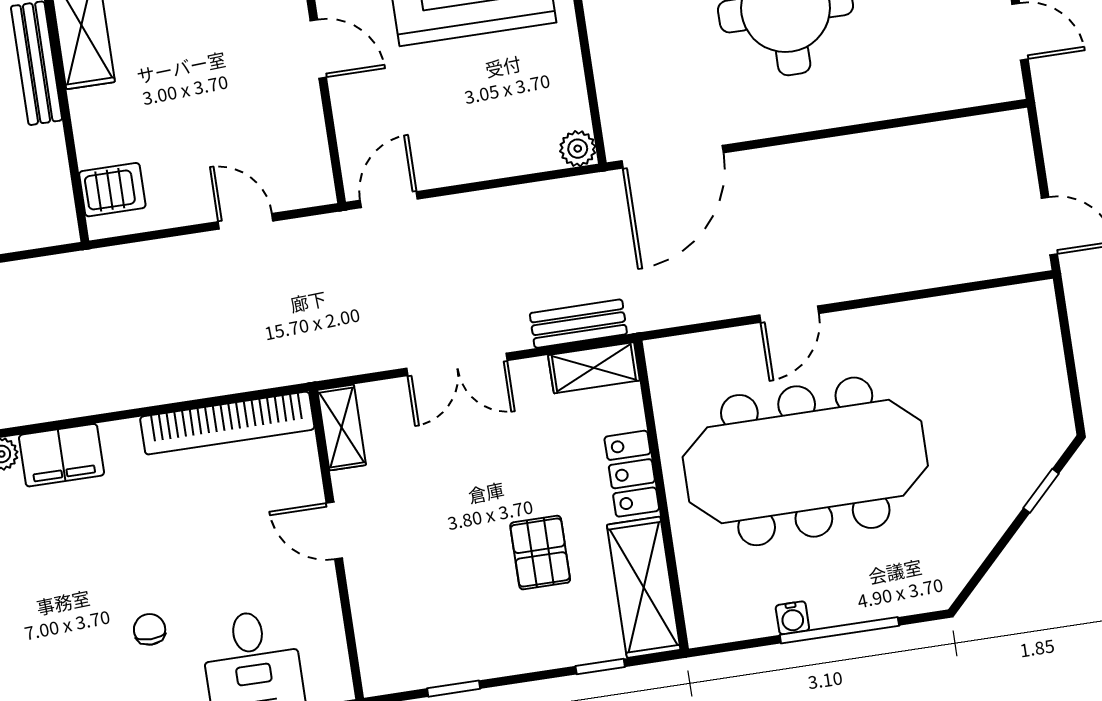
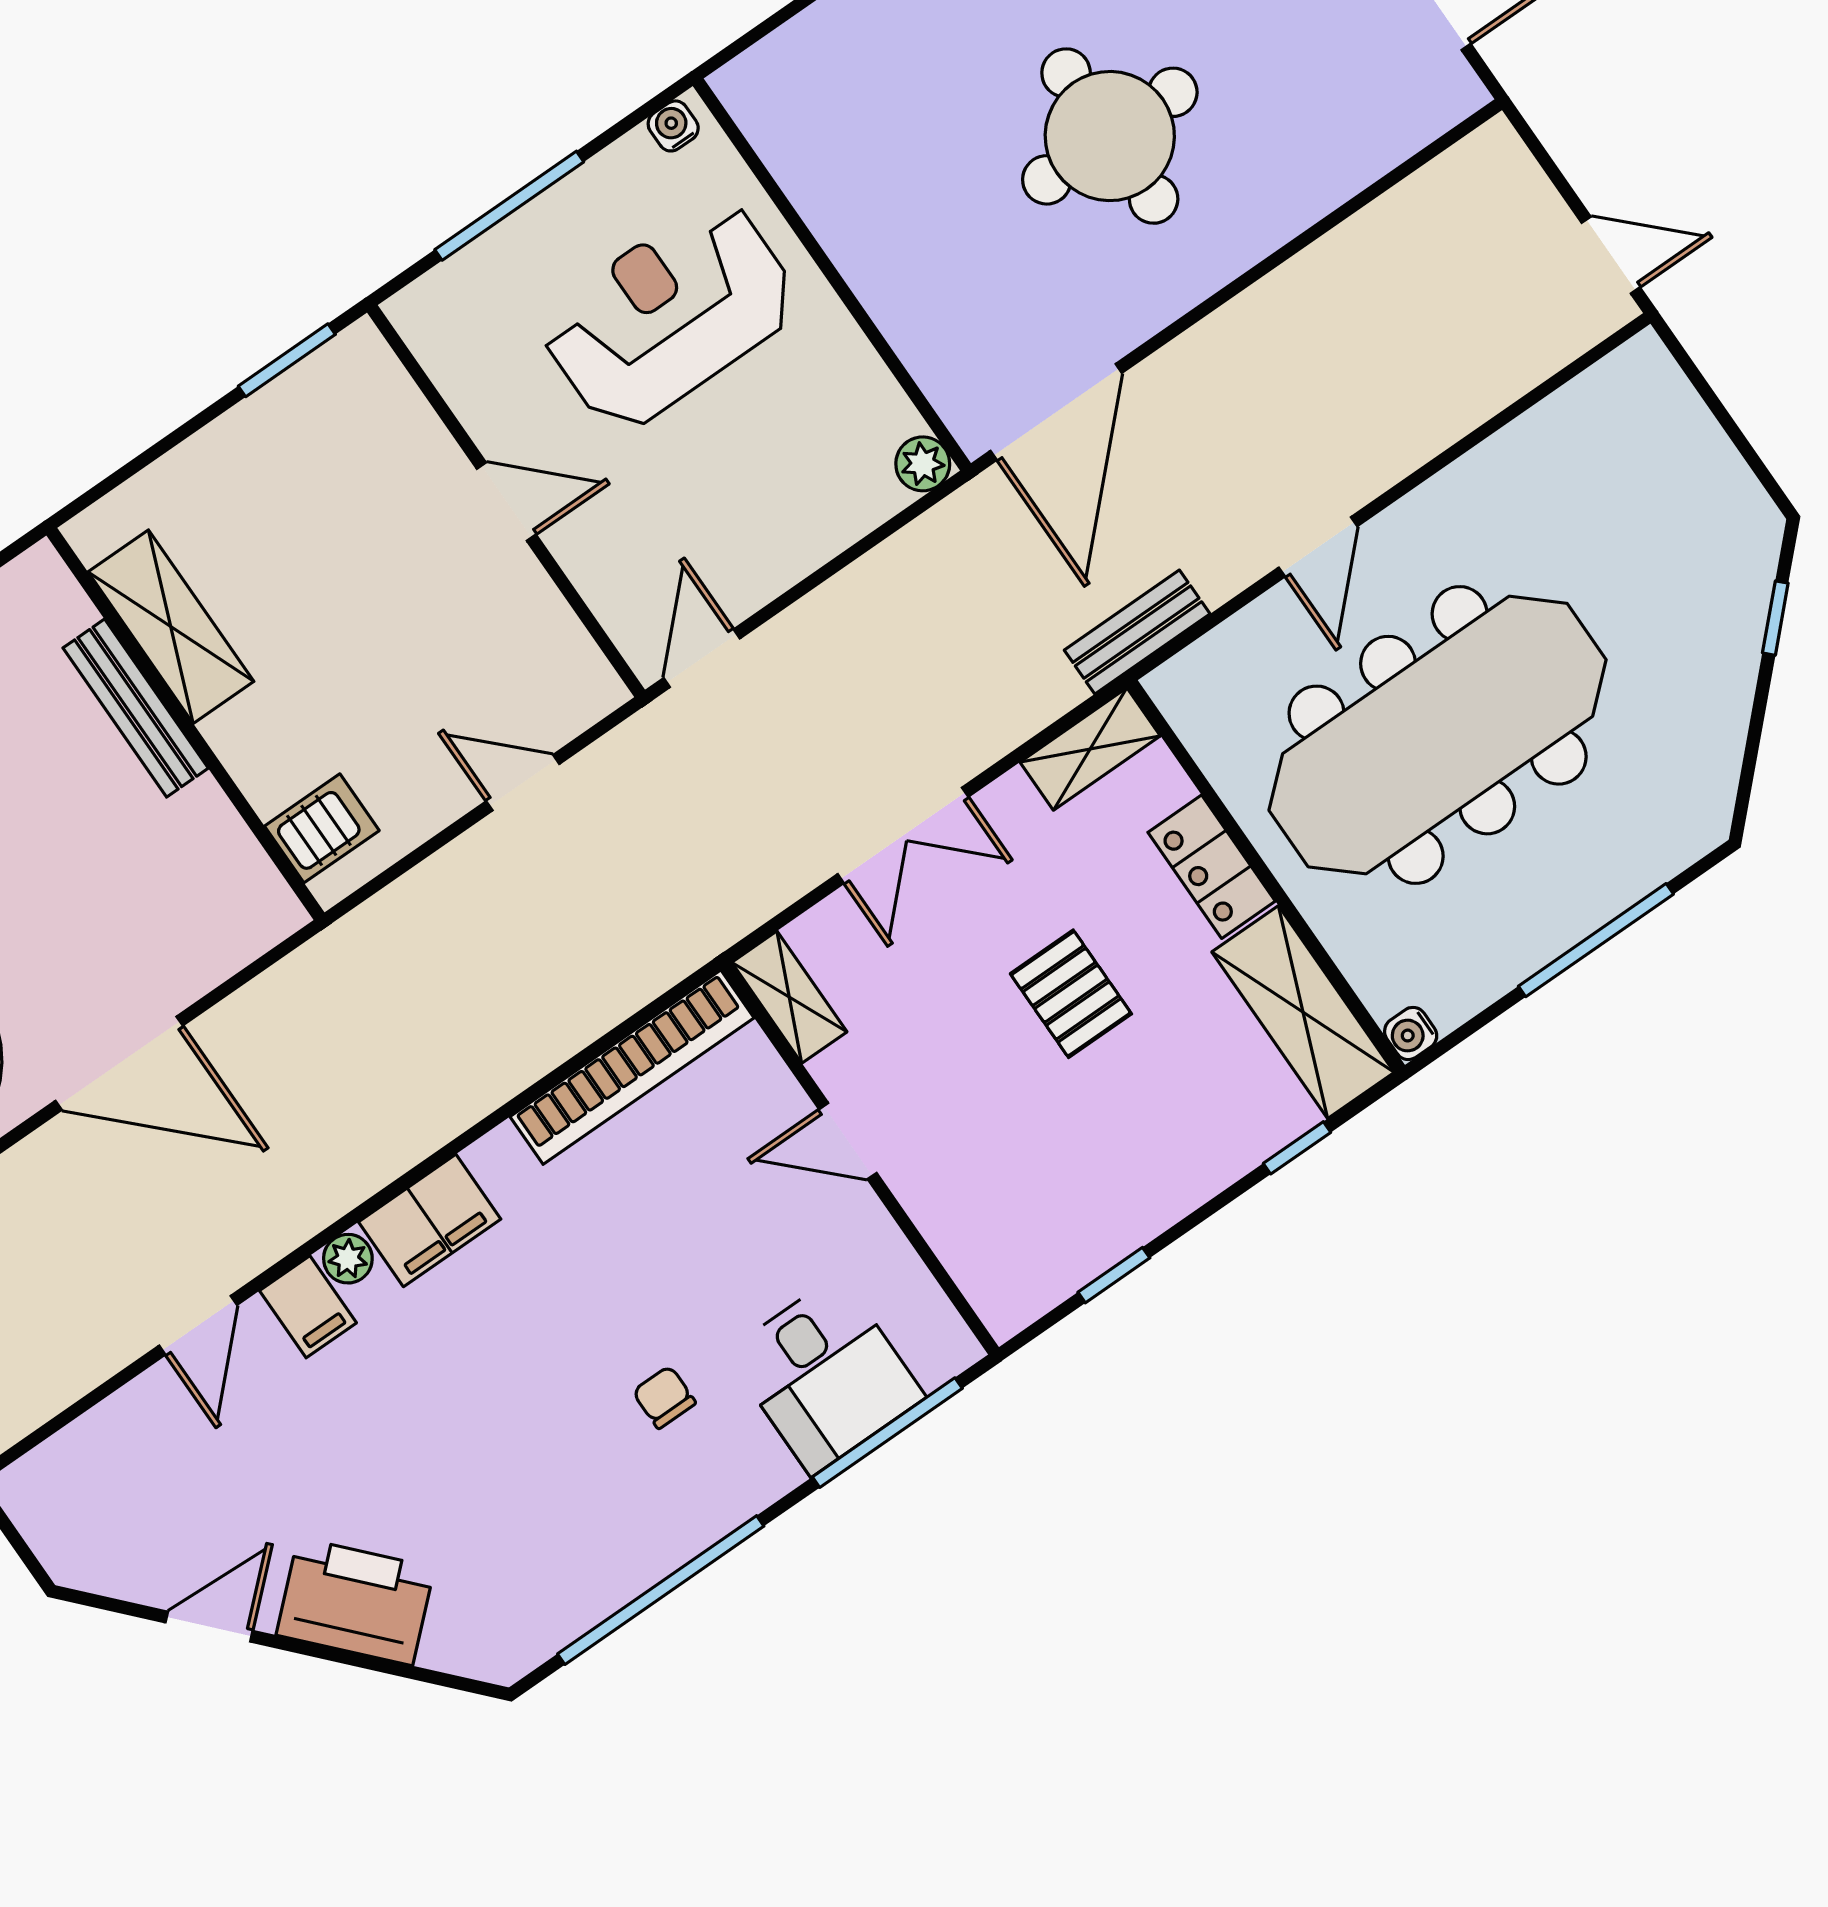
bench: (578, 324) -> (1137, 632), moved
pallet: (540, 553) -> (1071, 994), moved
water cooler: (792, 618) -> (1411, 1033), moved, turned 90

